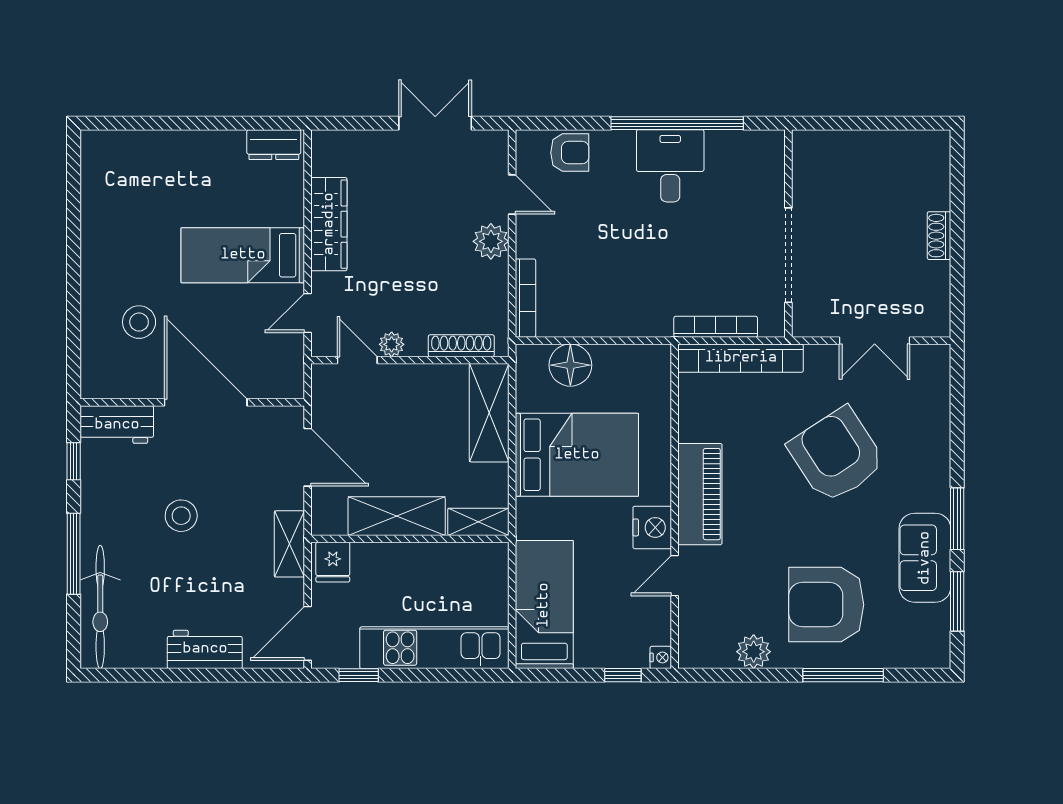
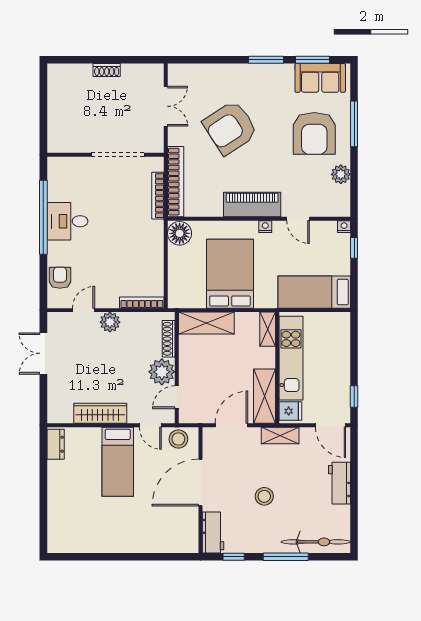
stool: (139, 322) -> (178, 439), moved
plant: (392, 344) -> (162, 372), width x1.88, depth x1.88
floor lamp: (570, 365) -> (180, 233), moved
shelving: (397, 516) -> (265, 396), moved
nightstand: (652, 527) -> (265, 227), width x0.53, depth x0.56
sofa: (925, 558) -> (320, 78), moved
kitchen unit: (434, 648) -> (291, 358), moved, turned 180

